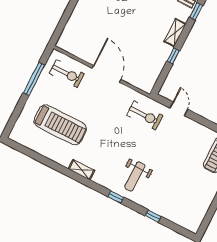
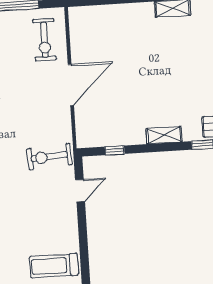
window: (173, 56) -> (115, 150), moved
exercise bike: (145, 115) -> (49, 157), turned 86

